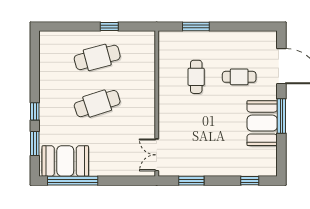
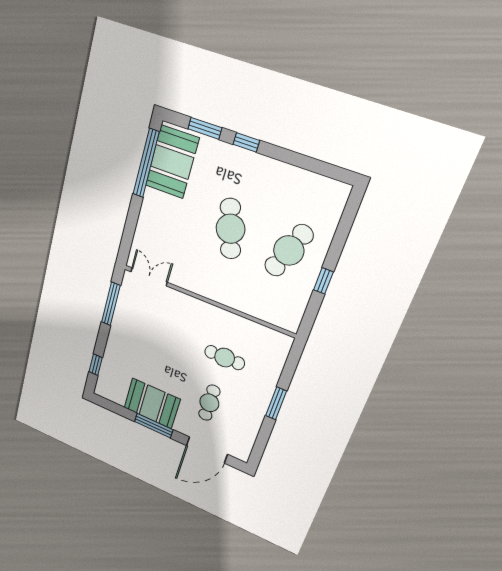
window: (196, 26) -> (276, 403), moved
cafe table: (97, 57) -> (289, 251), turned 36
window: (191, 181) -> (111, 304), width x1.44

